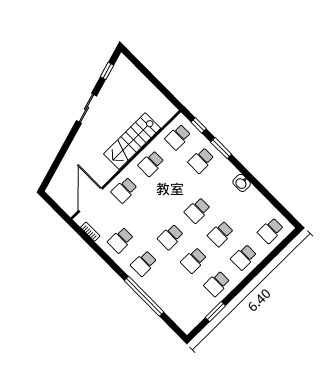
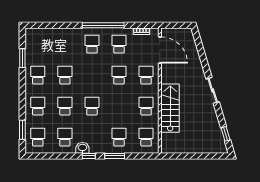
sliding door: (87, 108) -> (213, 90), moved
window: (199, 125) -> (89, 156), moved
school desk: (247, 207) -> (65, 137), added
school desk: (171, 237) -> (119, 75), moved
window: (277, 250) -> (22, 130), added
window: (144, 296) -> (103, 25), moved

